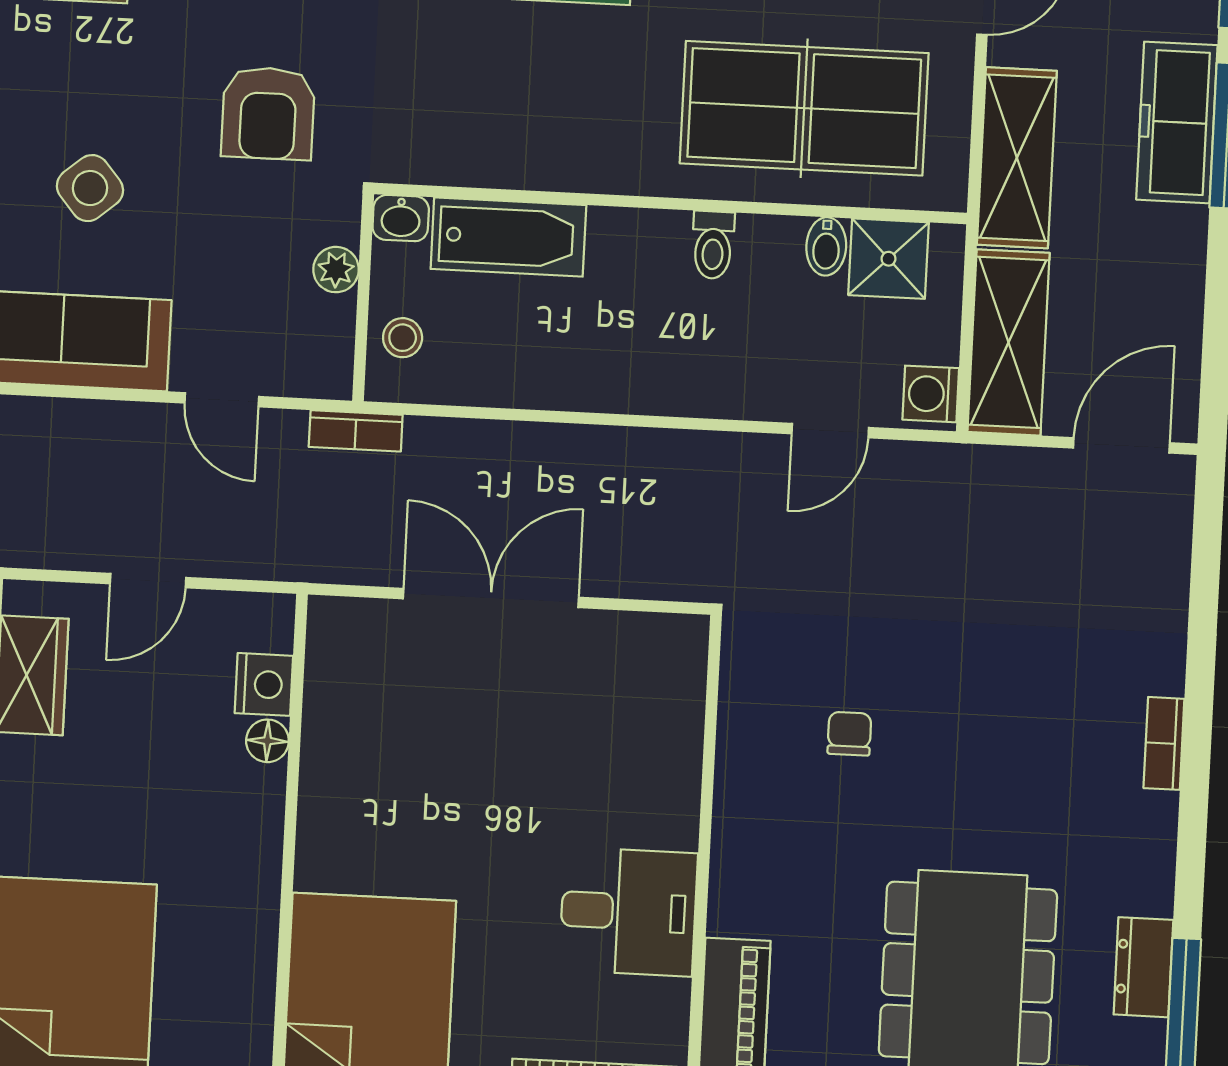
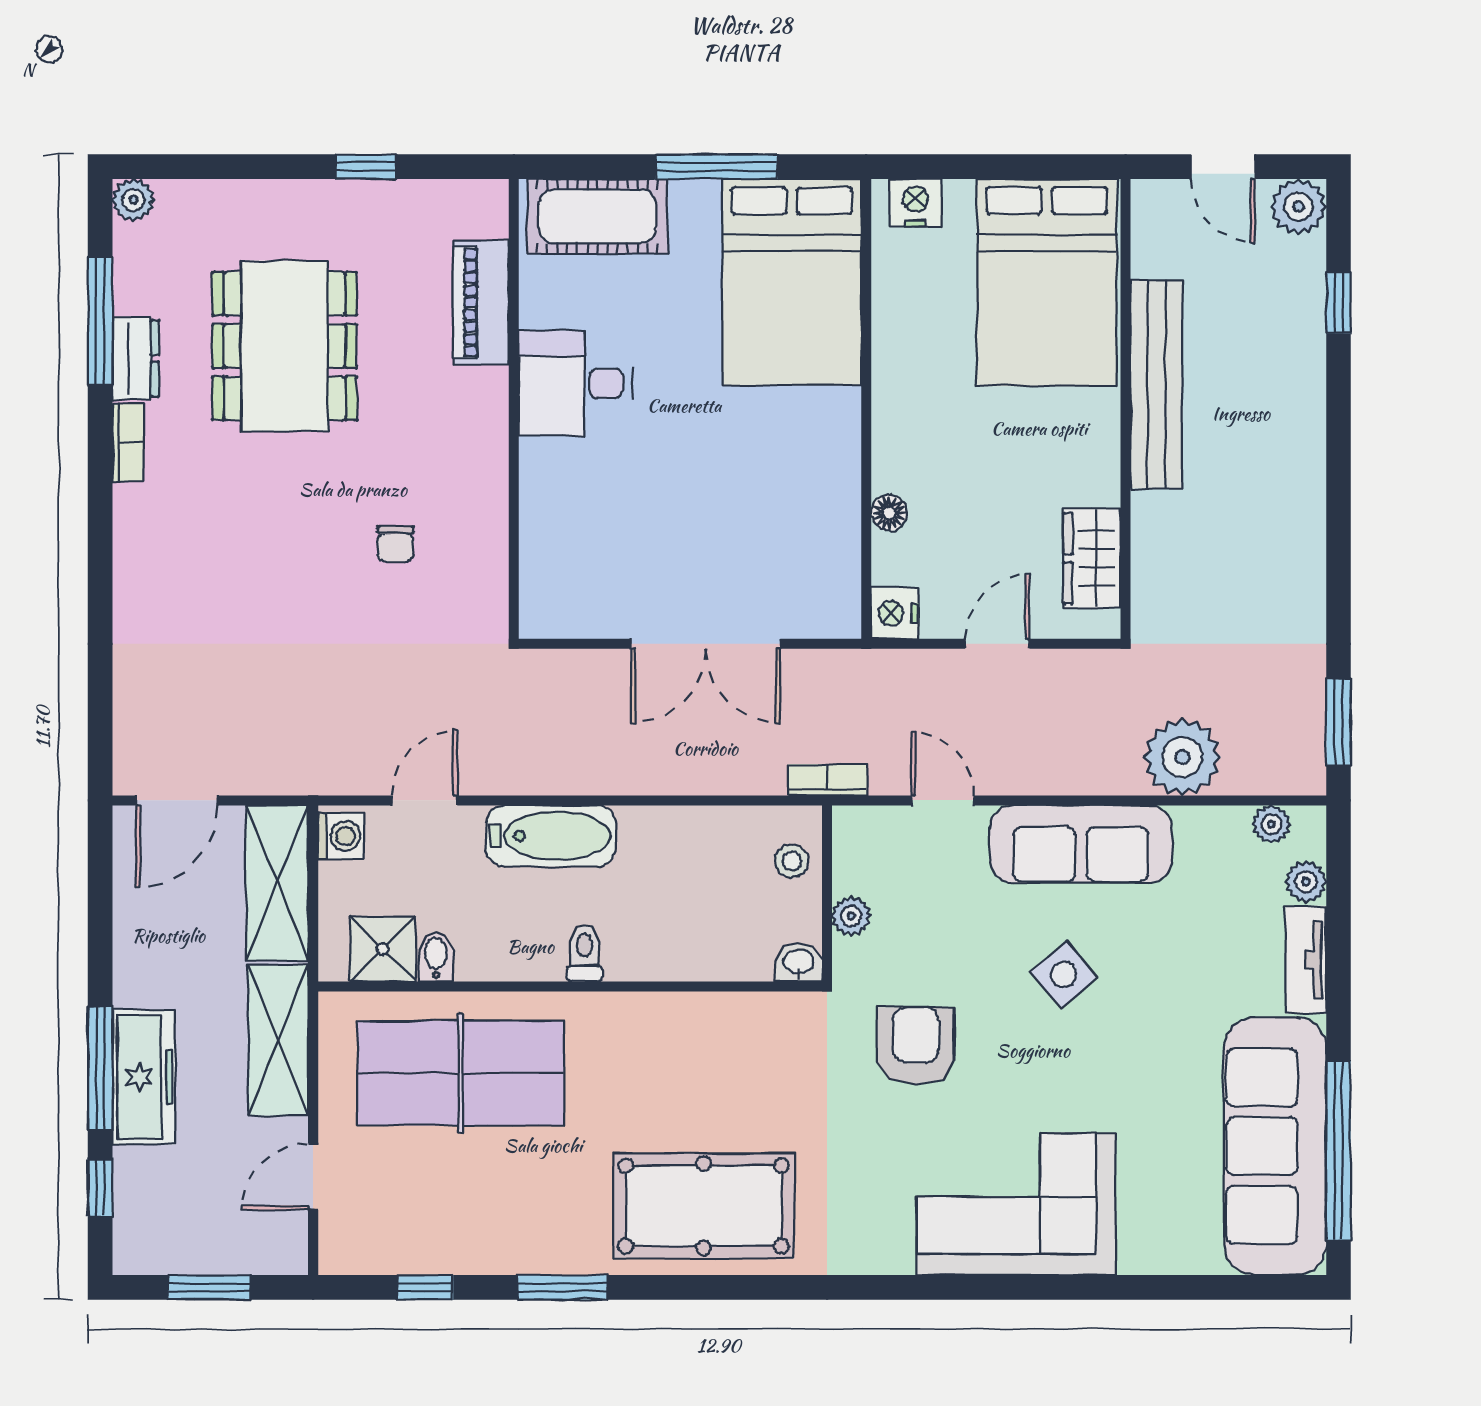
bathtub: (508, 237) -> (551, 836), moved, turned 180
toilet: (713, 245) -> (585, 953), moved
nightstand: (264, 684) -> (895, 613), moved
bookcase: (1164, 743) -> (128, 443), moved

